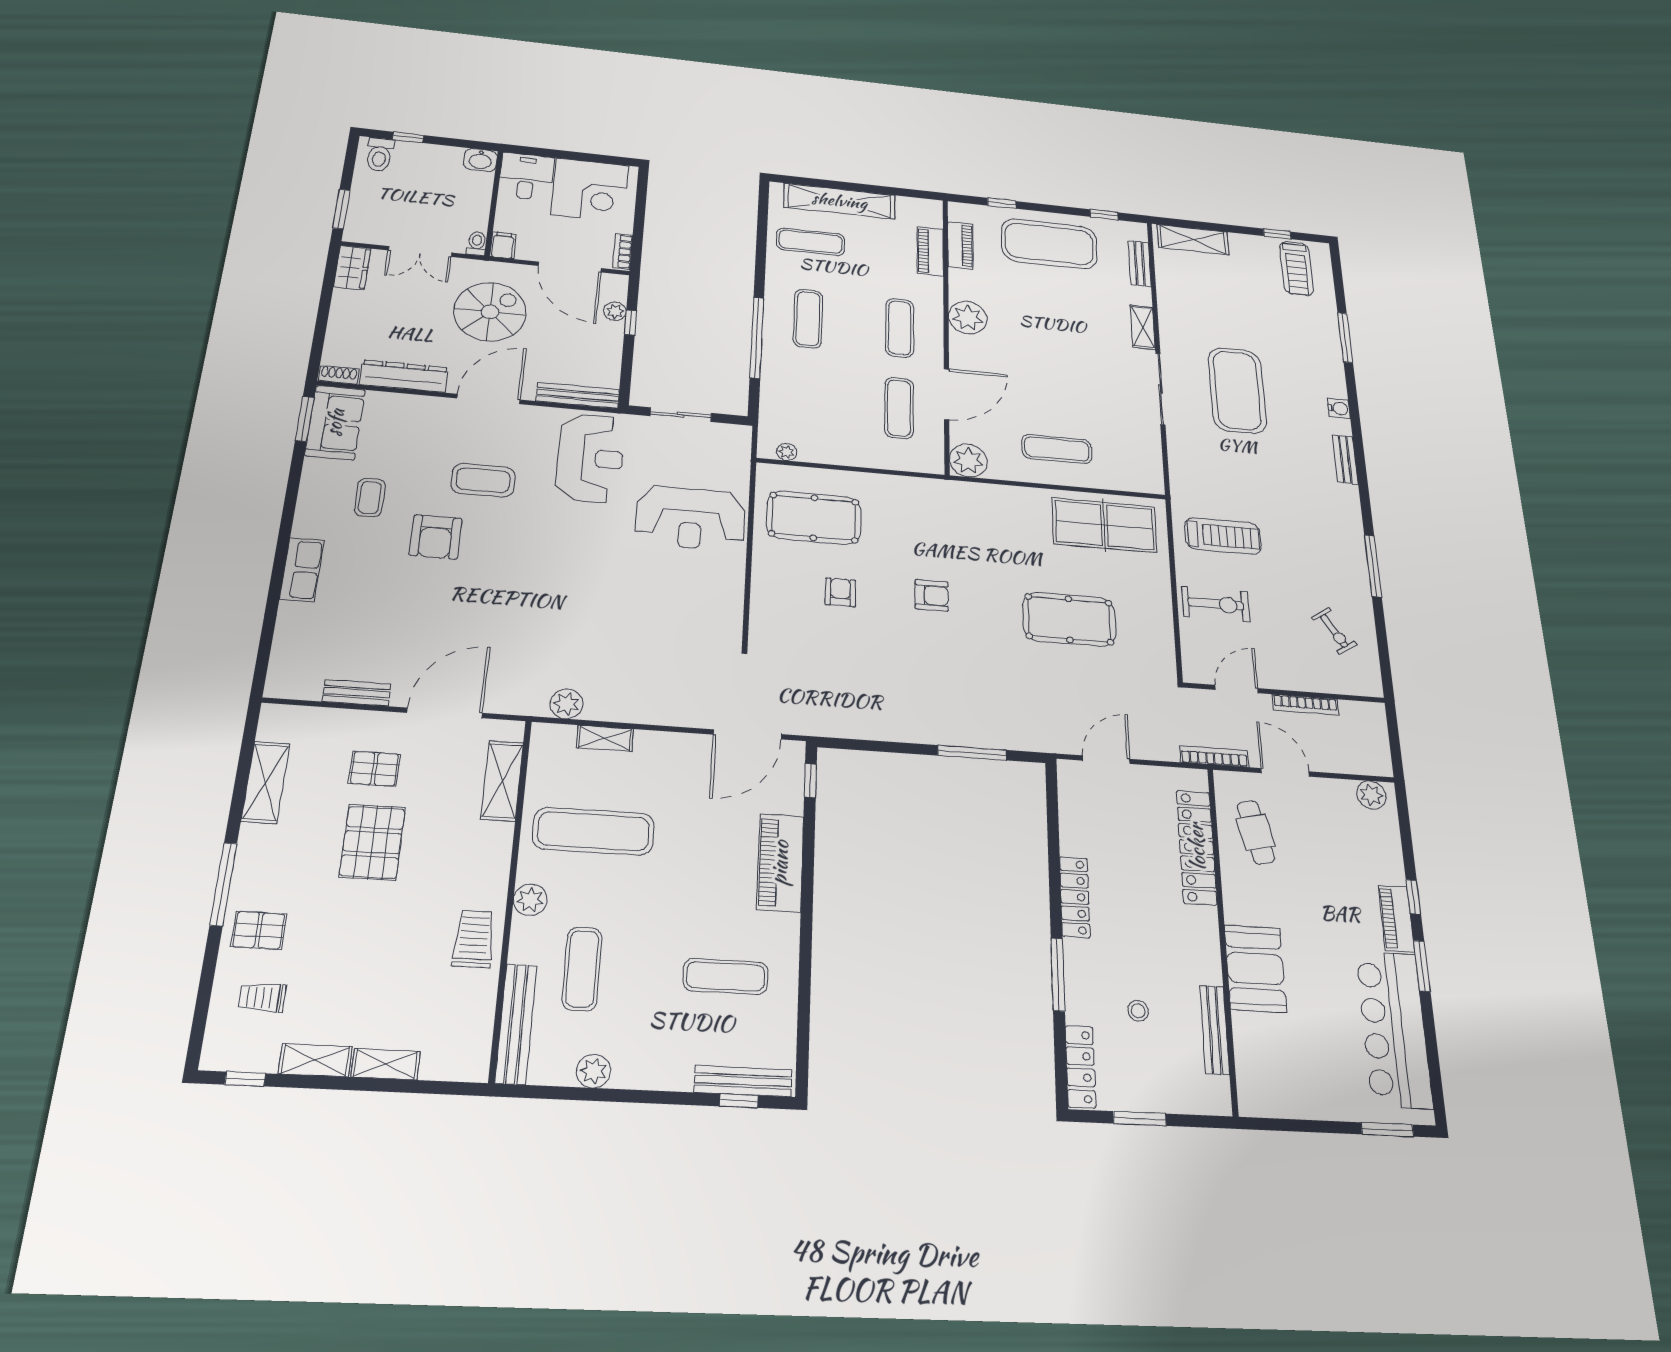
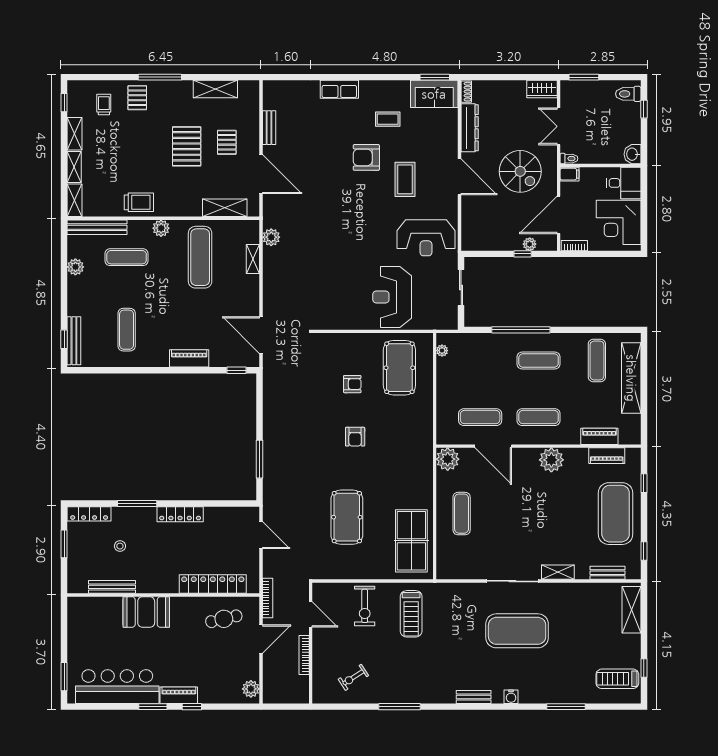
bench: (578, 395) -> (468, 227), removed
pallet: (372, 842) -> (187, 146), turned 90
piano: (780, 863) -> (189, 358), width x0.73, depth x0.75
shelving: (455, 1067) -> (75, 200), added

